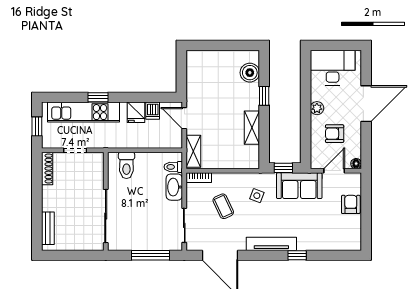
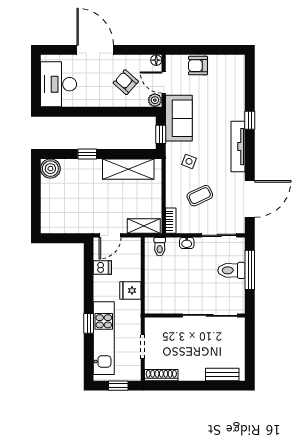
boiler: (250, 73) -> (50, 169), moved
plant: (317, 108) -> (155, 100), moved
fridge: (136, 112) -> (130, 290), moved, turned 180
shelving: (252, 128) -> (128, 169), width x1.50, depth x1.33
armchair: (335, 134) -> (126, 82), turned 132
toilet: (126, 165) -> (231, 270), moved, turned 180
washbasin: (174, 187) -> (187, 243), width x0.52, depth x0.69

